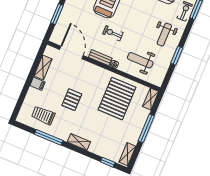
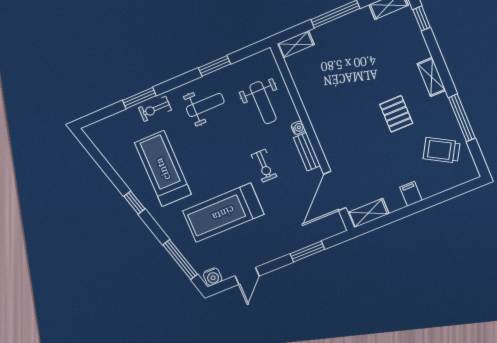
shelving: (43, 68) -> (368, 213), moved
pallet: (117, 99) -> (335, 84), removed
pallet: (72, 100) -> (396, 114), moved, turned 90
trolley: (43, 115) -> (442, 150), turned 120

